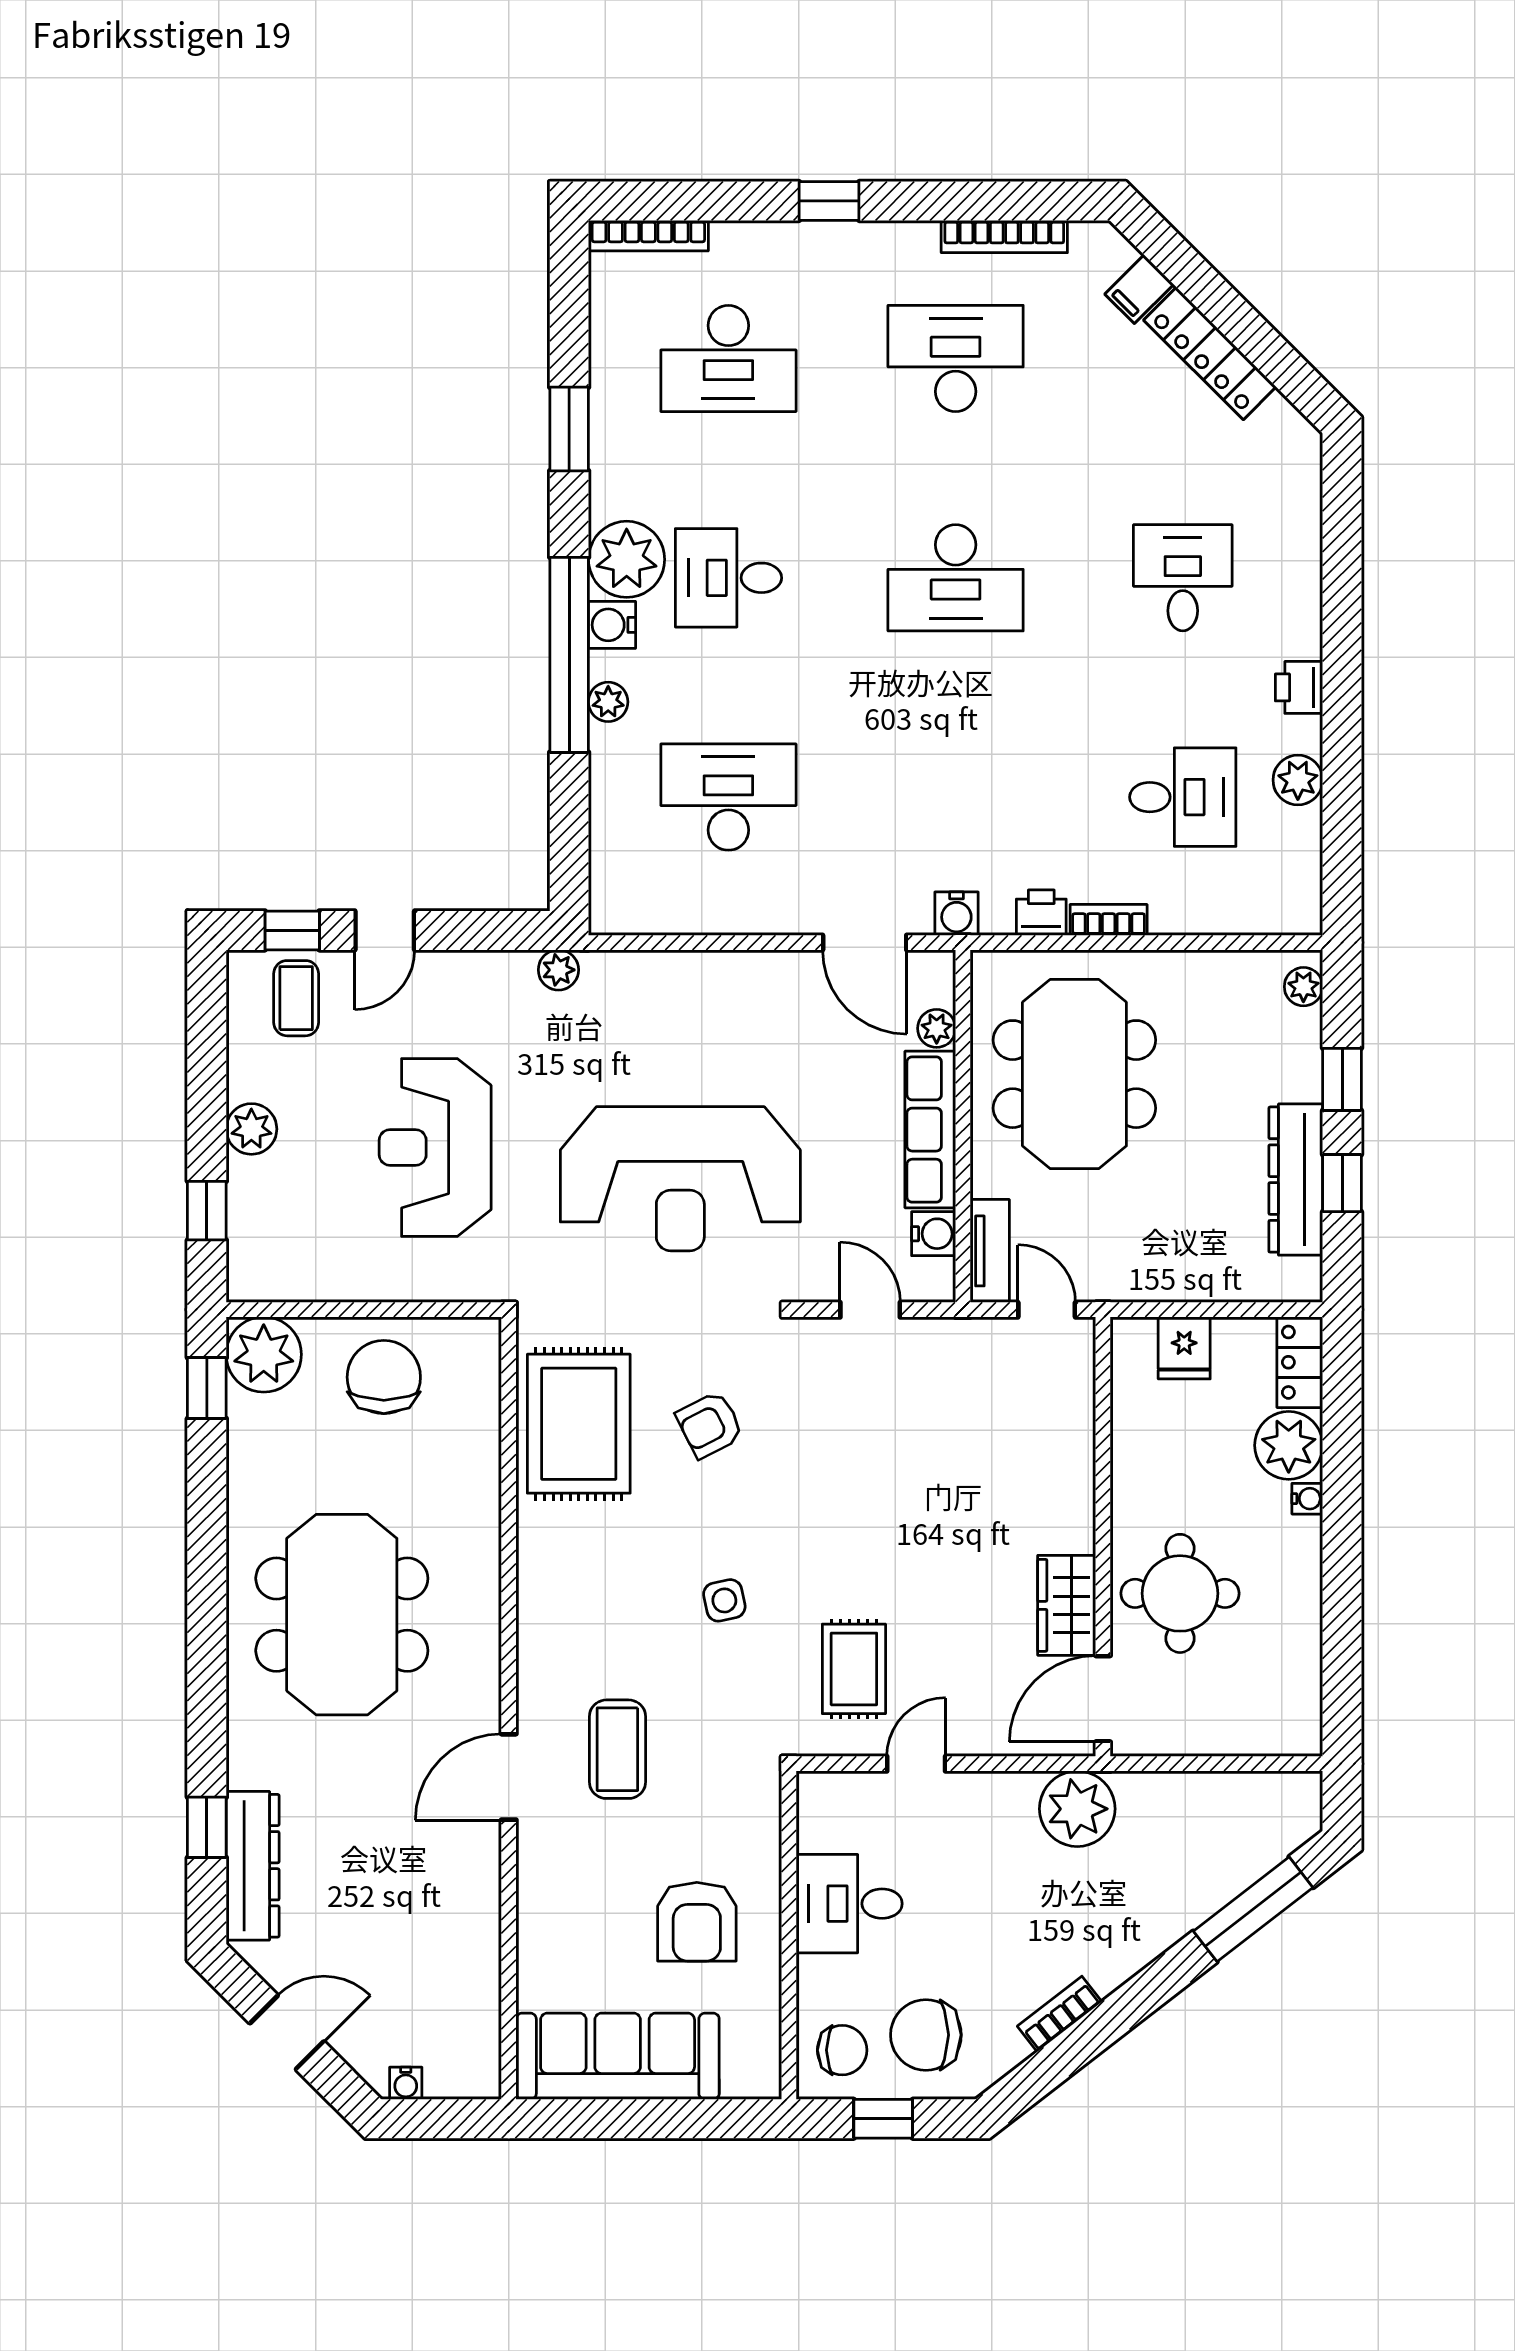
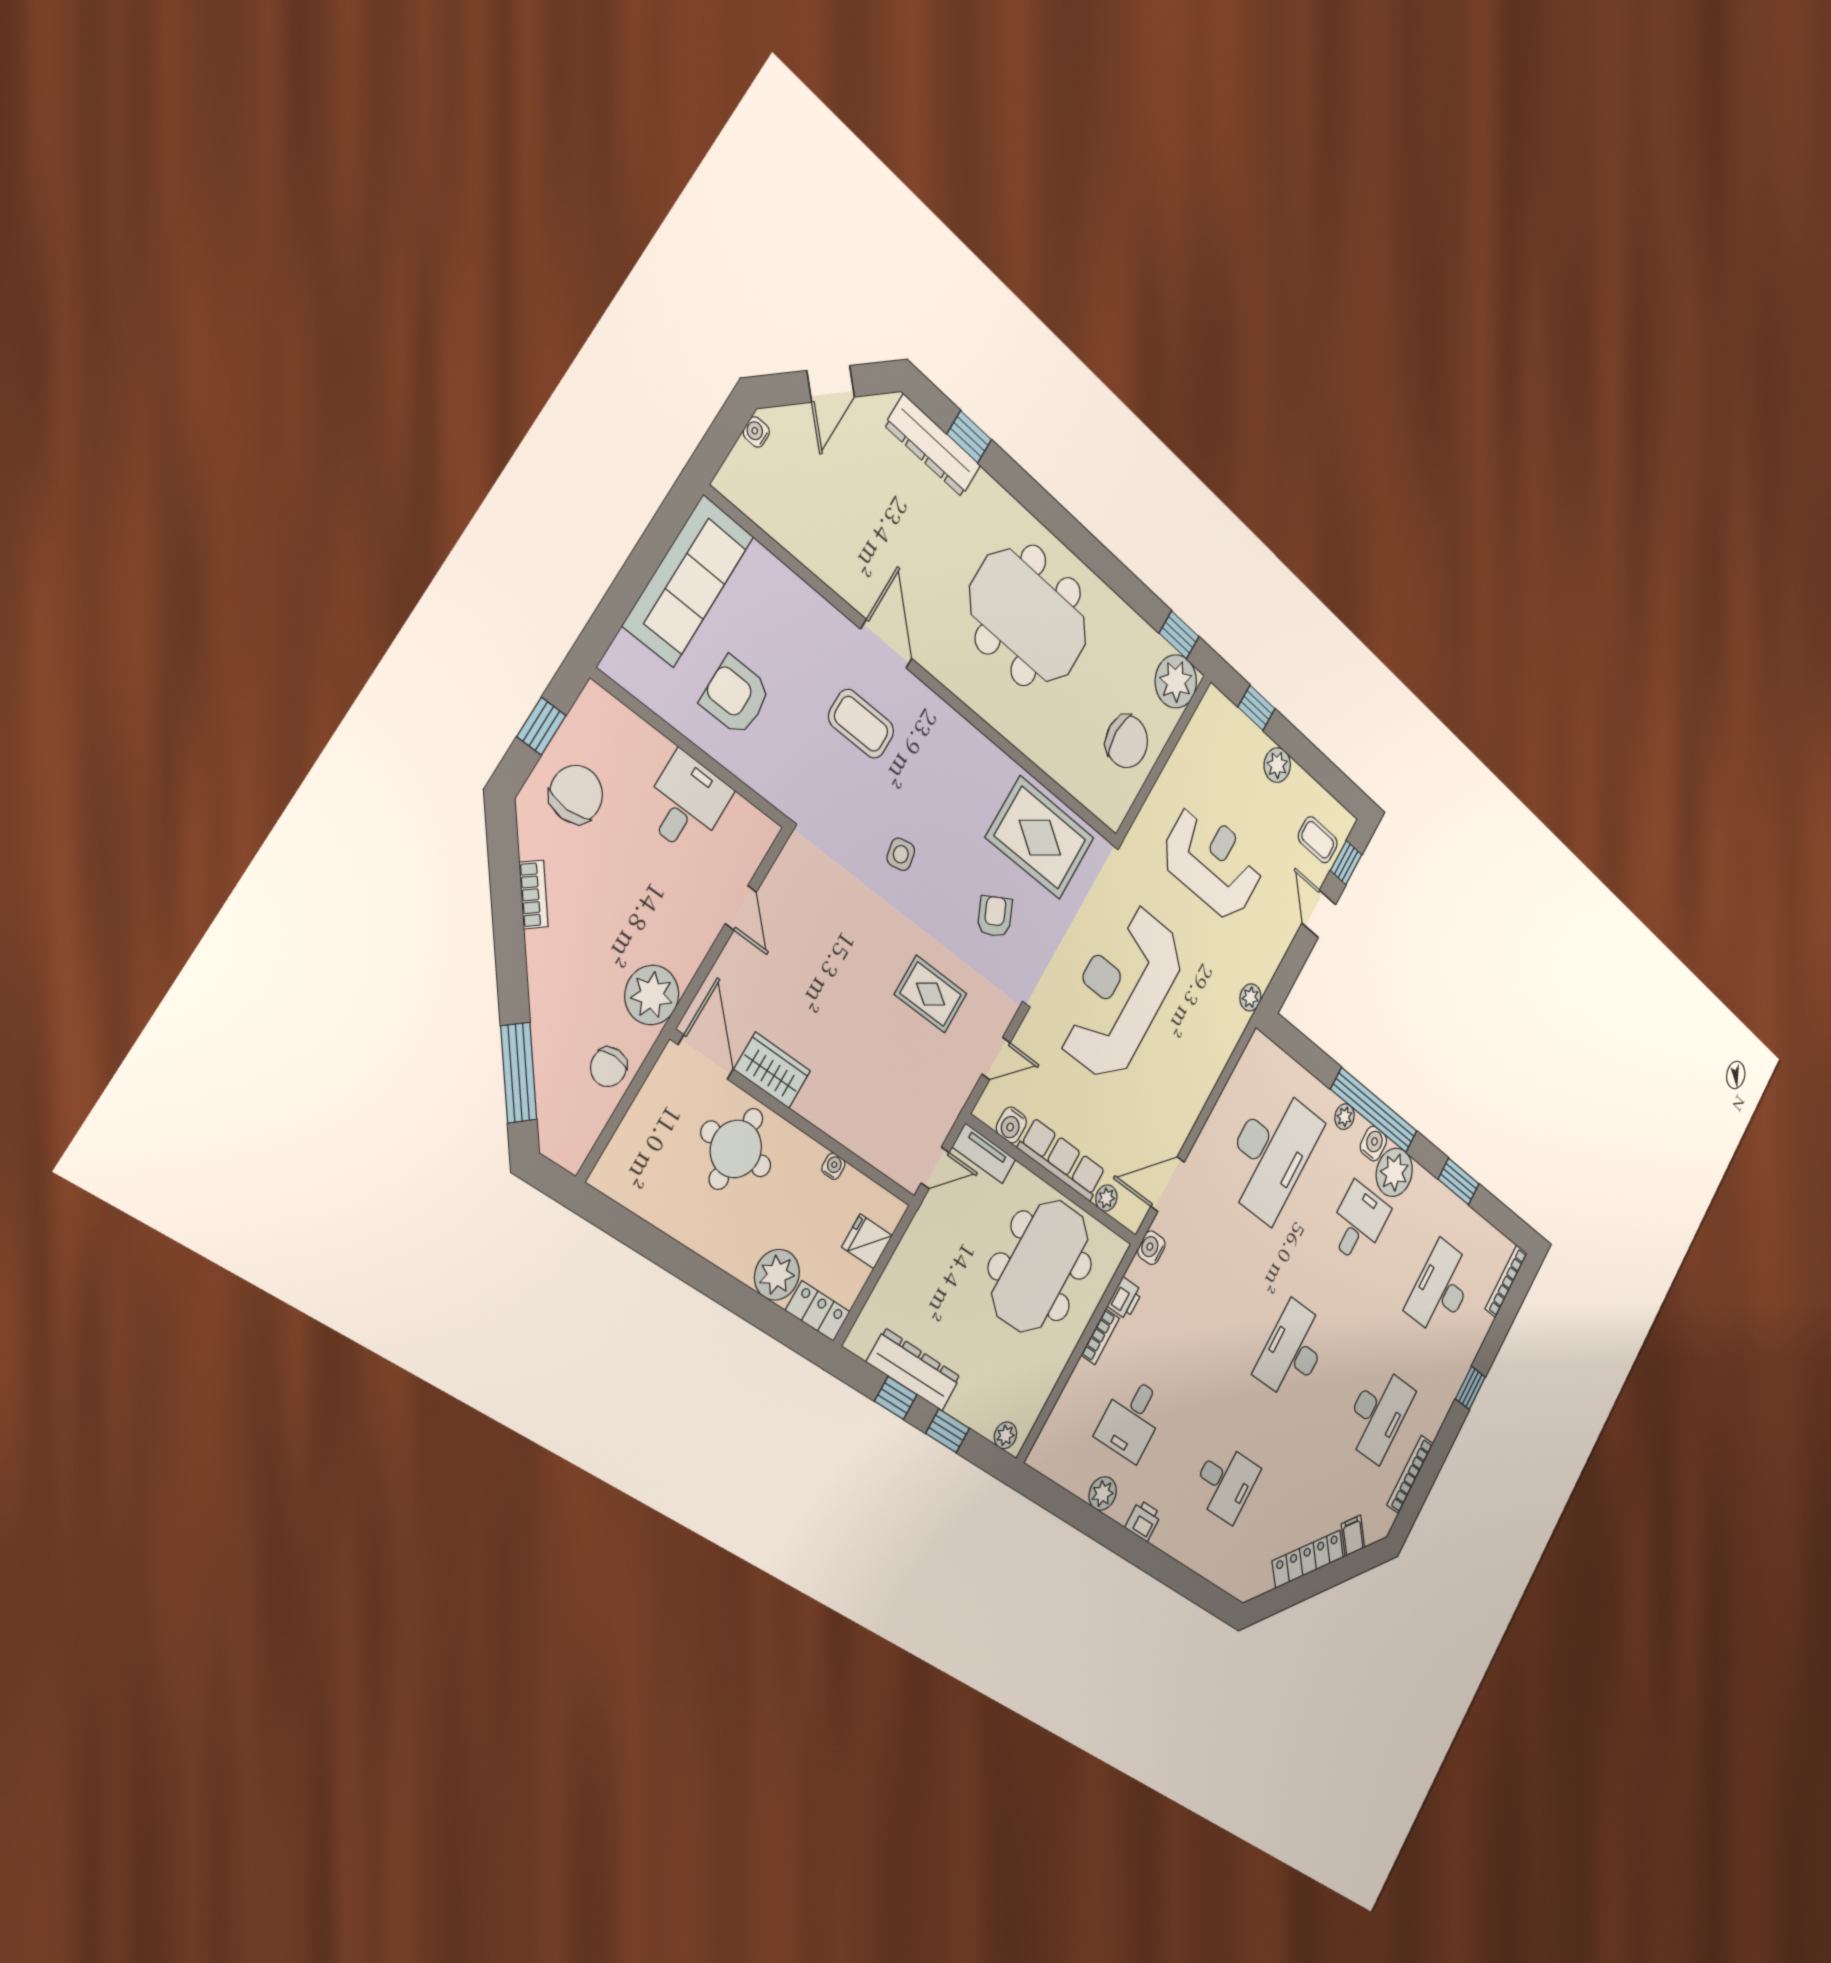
desk: (728, 797) -> (1271, 1153), width x1.36, depth x1.30
meeting table: (1074, 1074) -> (1040, 1266), turned 90
water cooler: (1307, 1499) -> (833, 1166), moved, turned 180
rug: (854, 1669) -> (931, 994), moved
chair: (842, 2050) -> (609, 1067), moved

